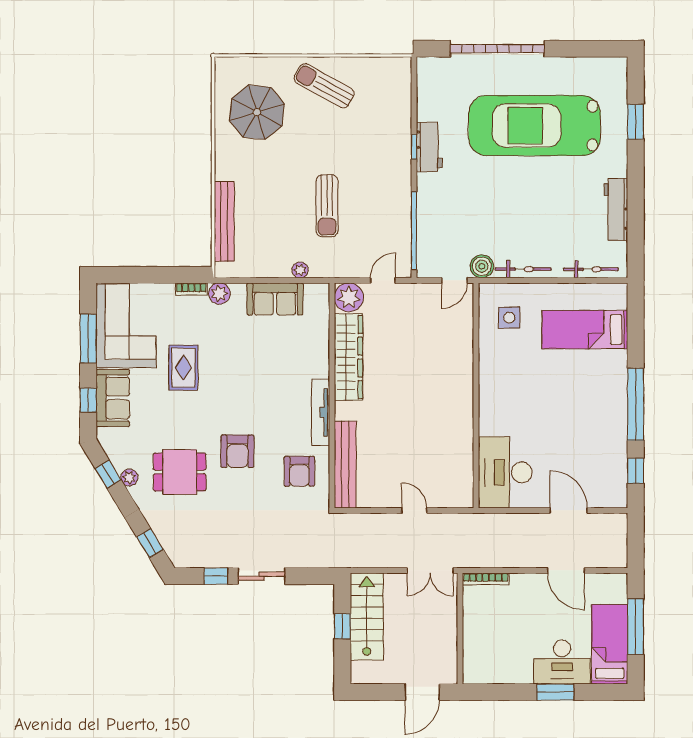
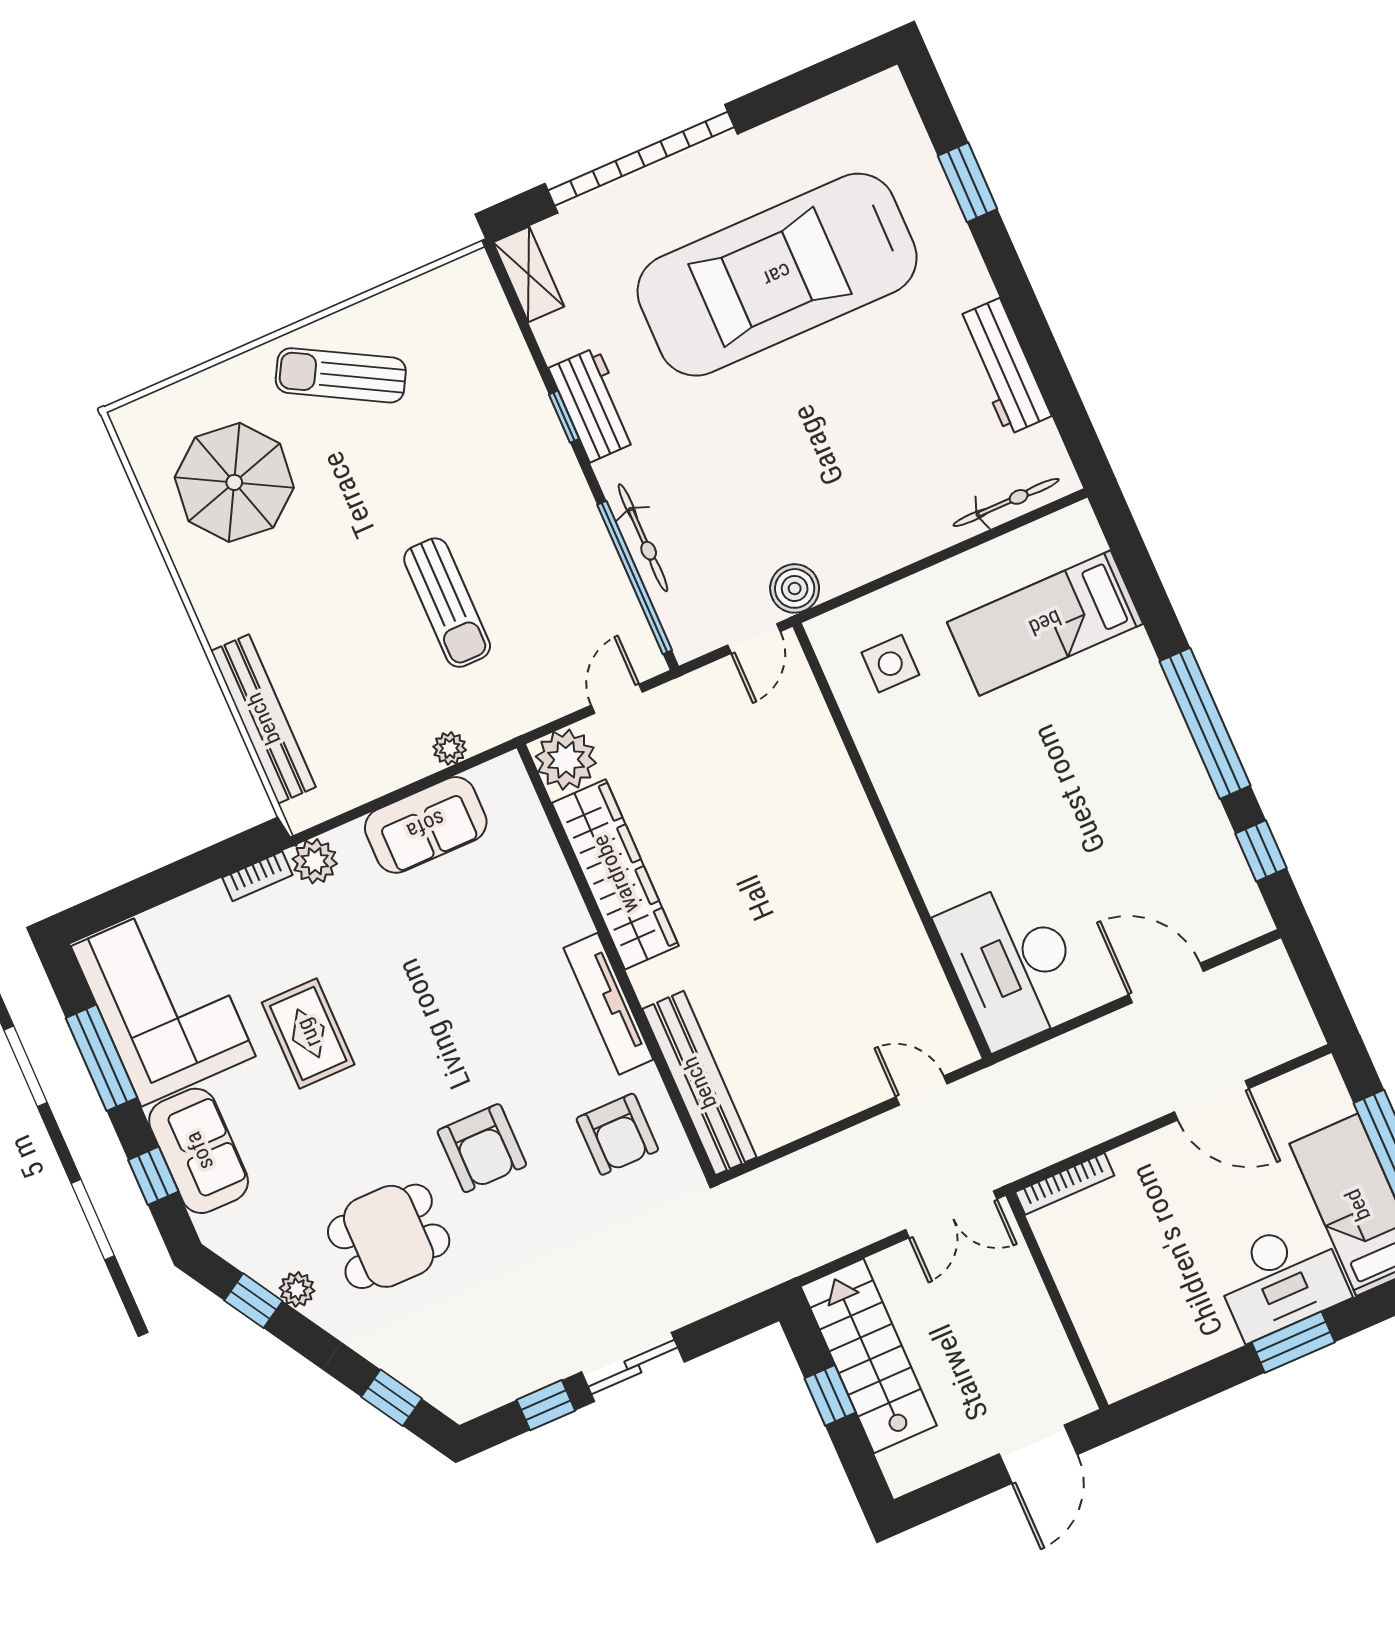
shelving: (426, 78) -> (529, 274), added
bicycle: (523, 269) -> (643, 538), moved, turned 90
door: (414, 510) -> (922, 1090), moved

